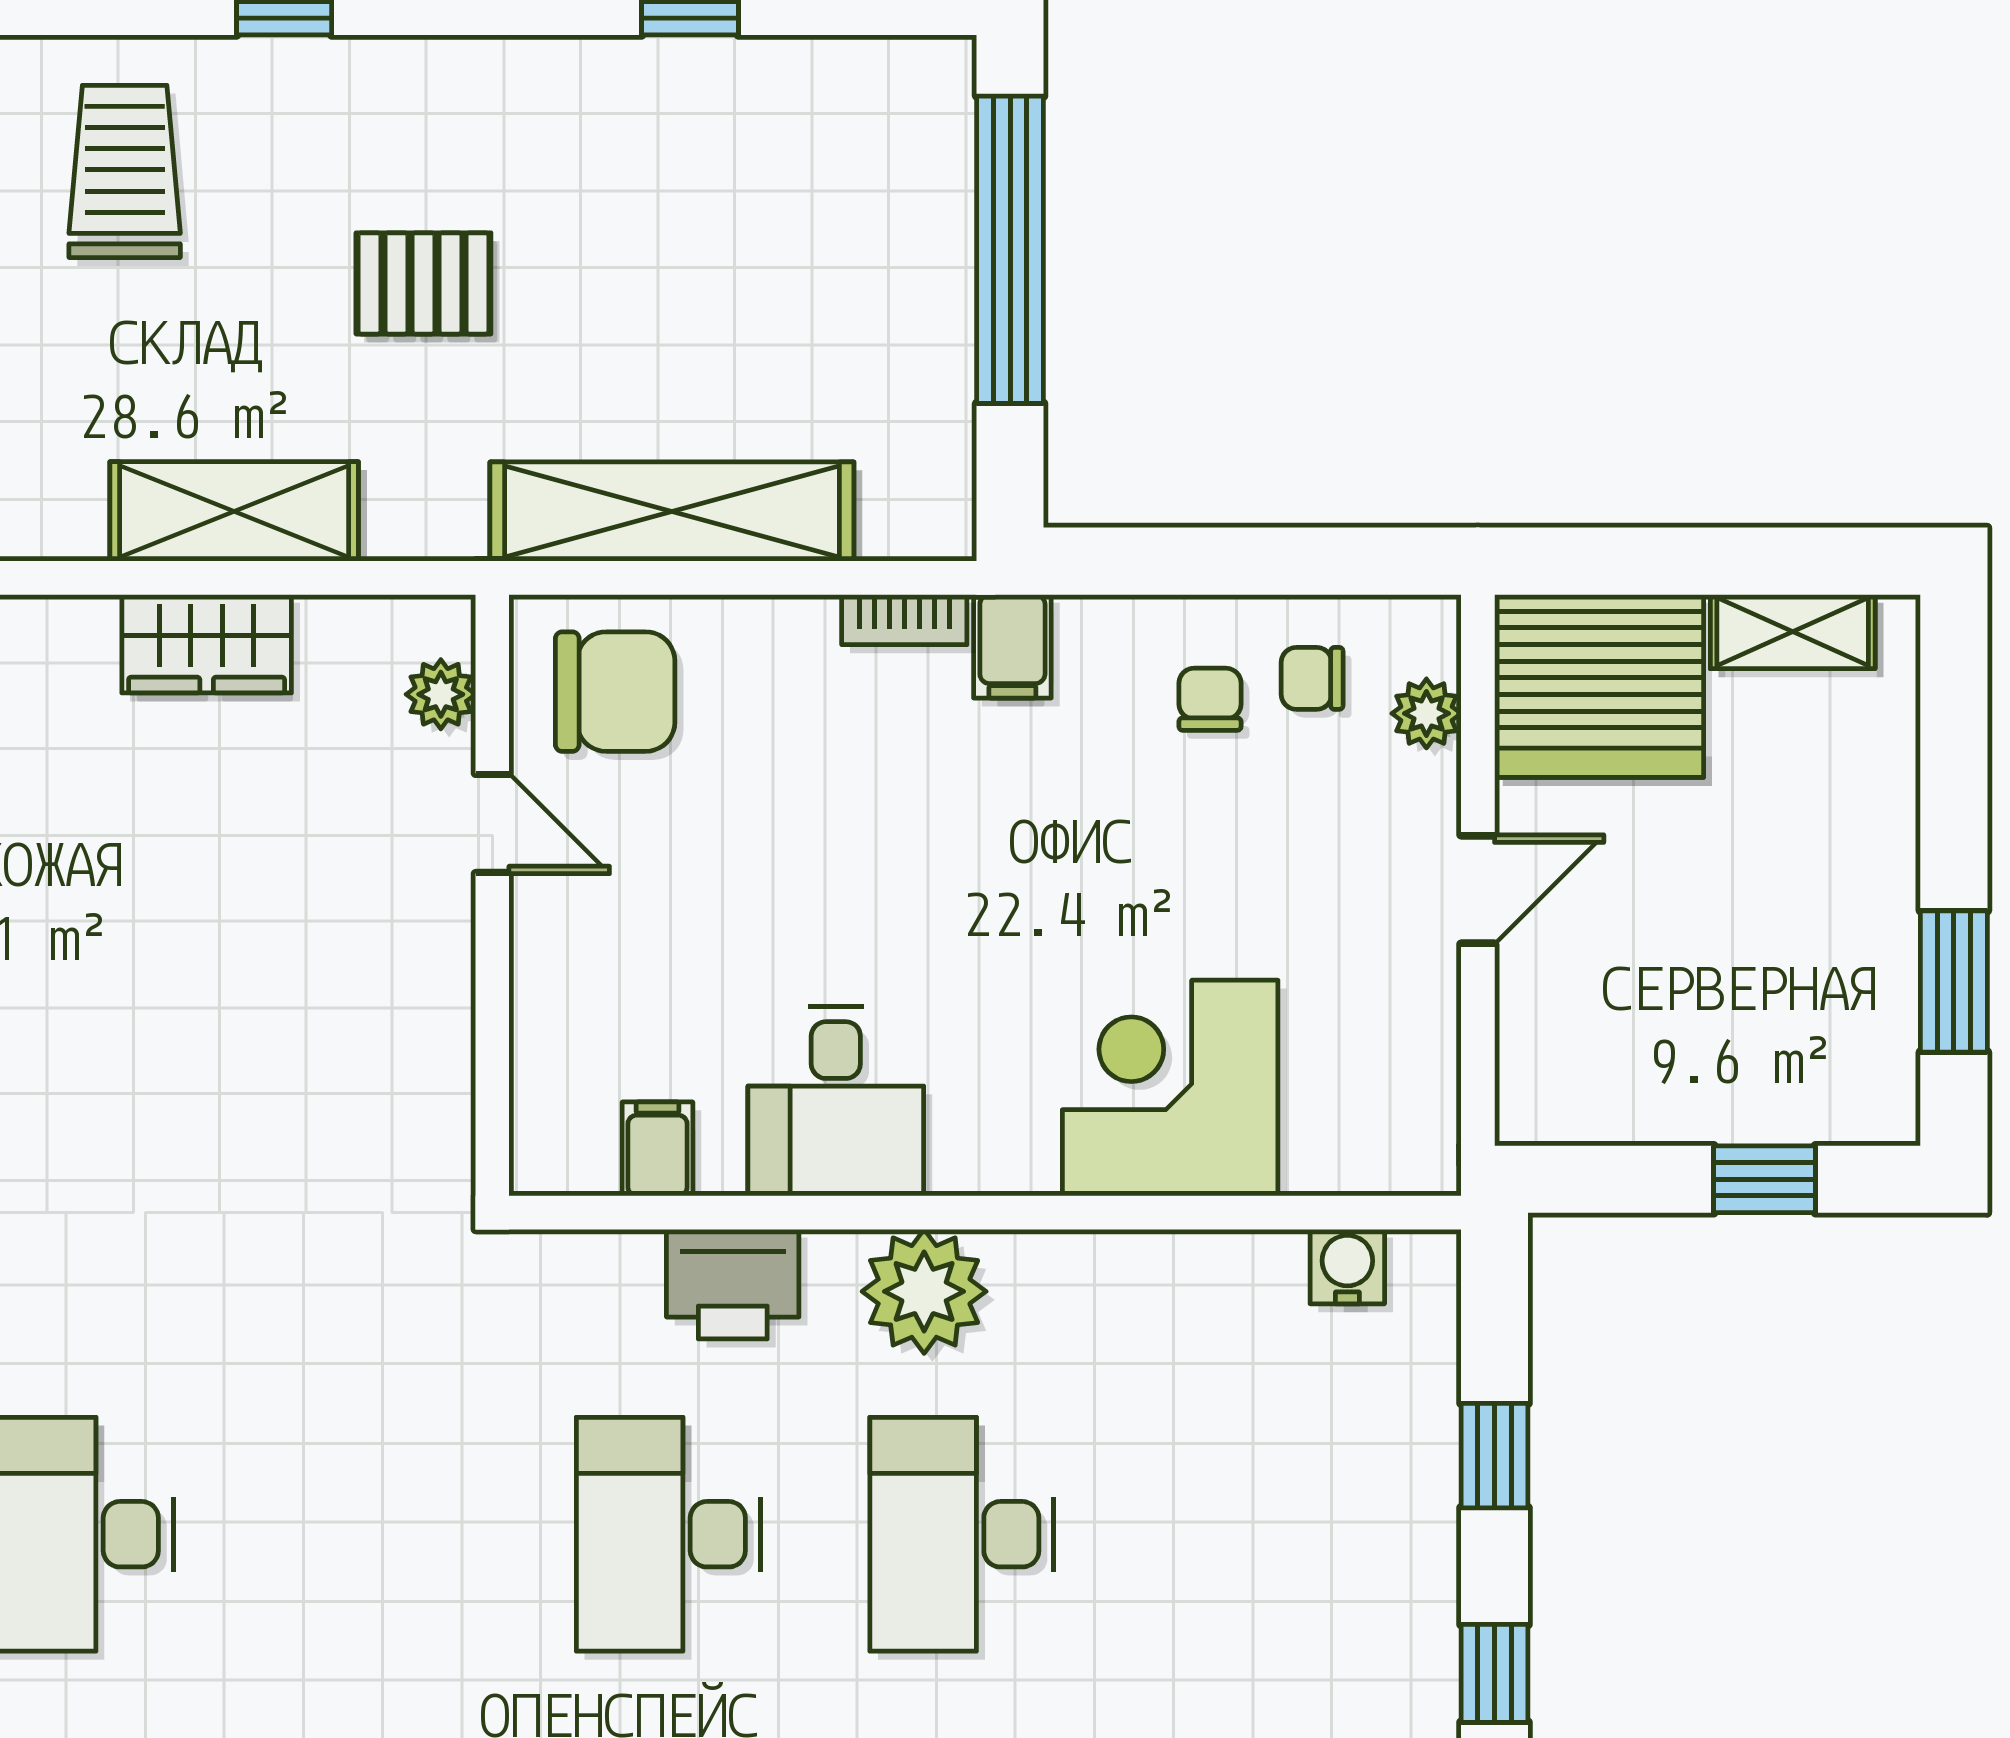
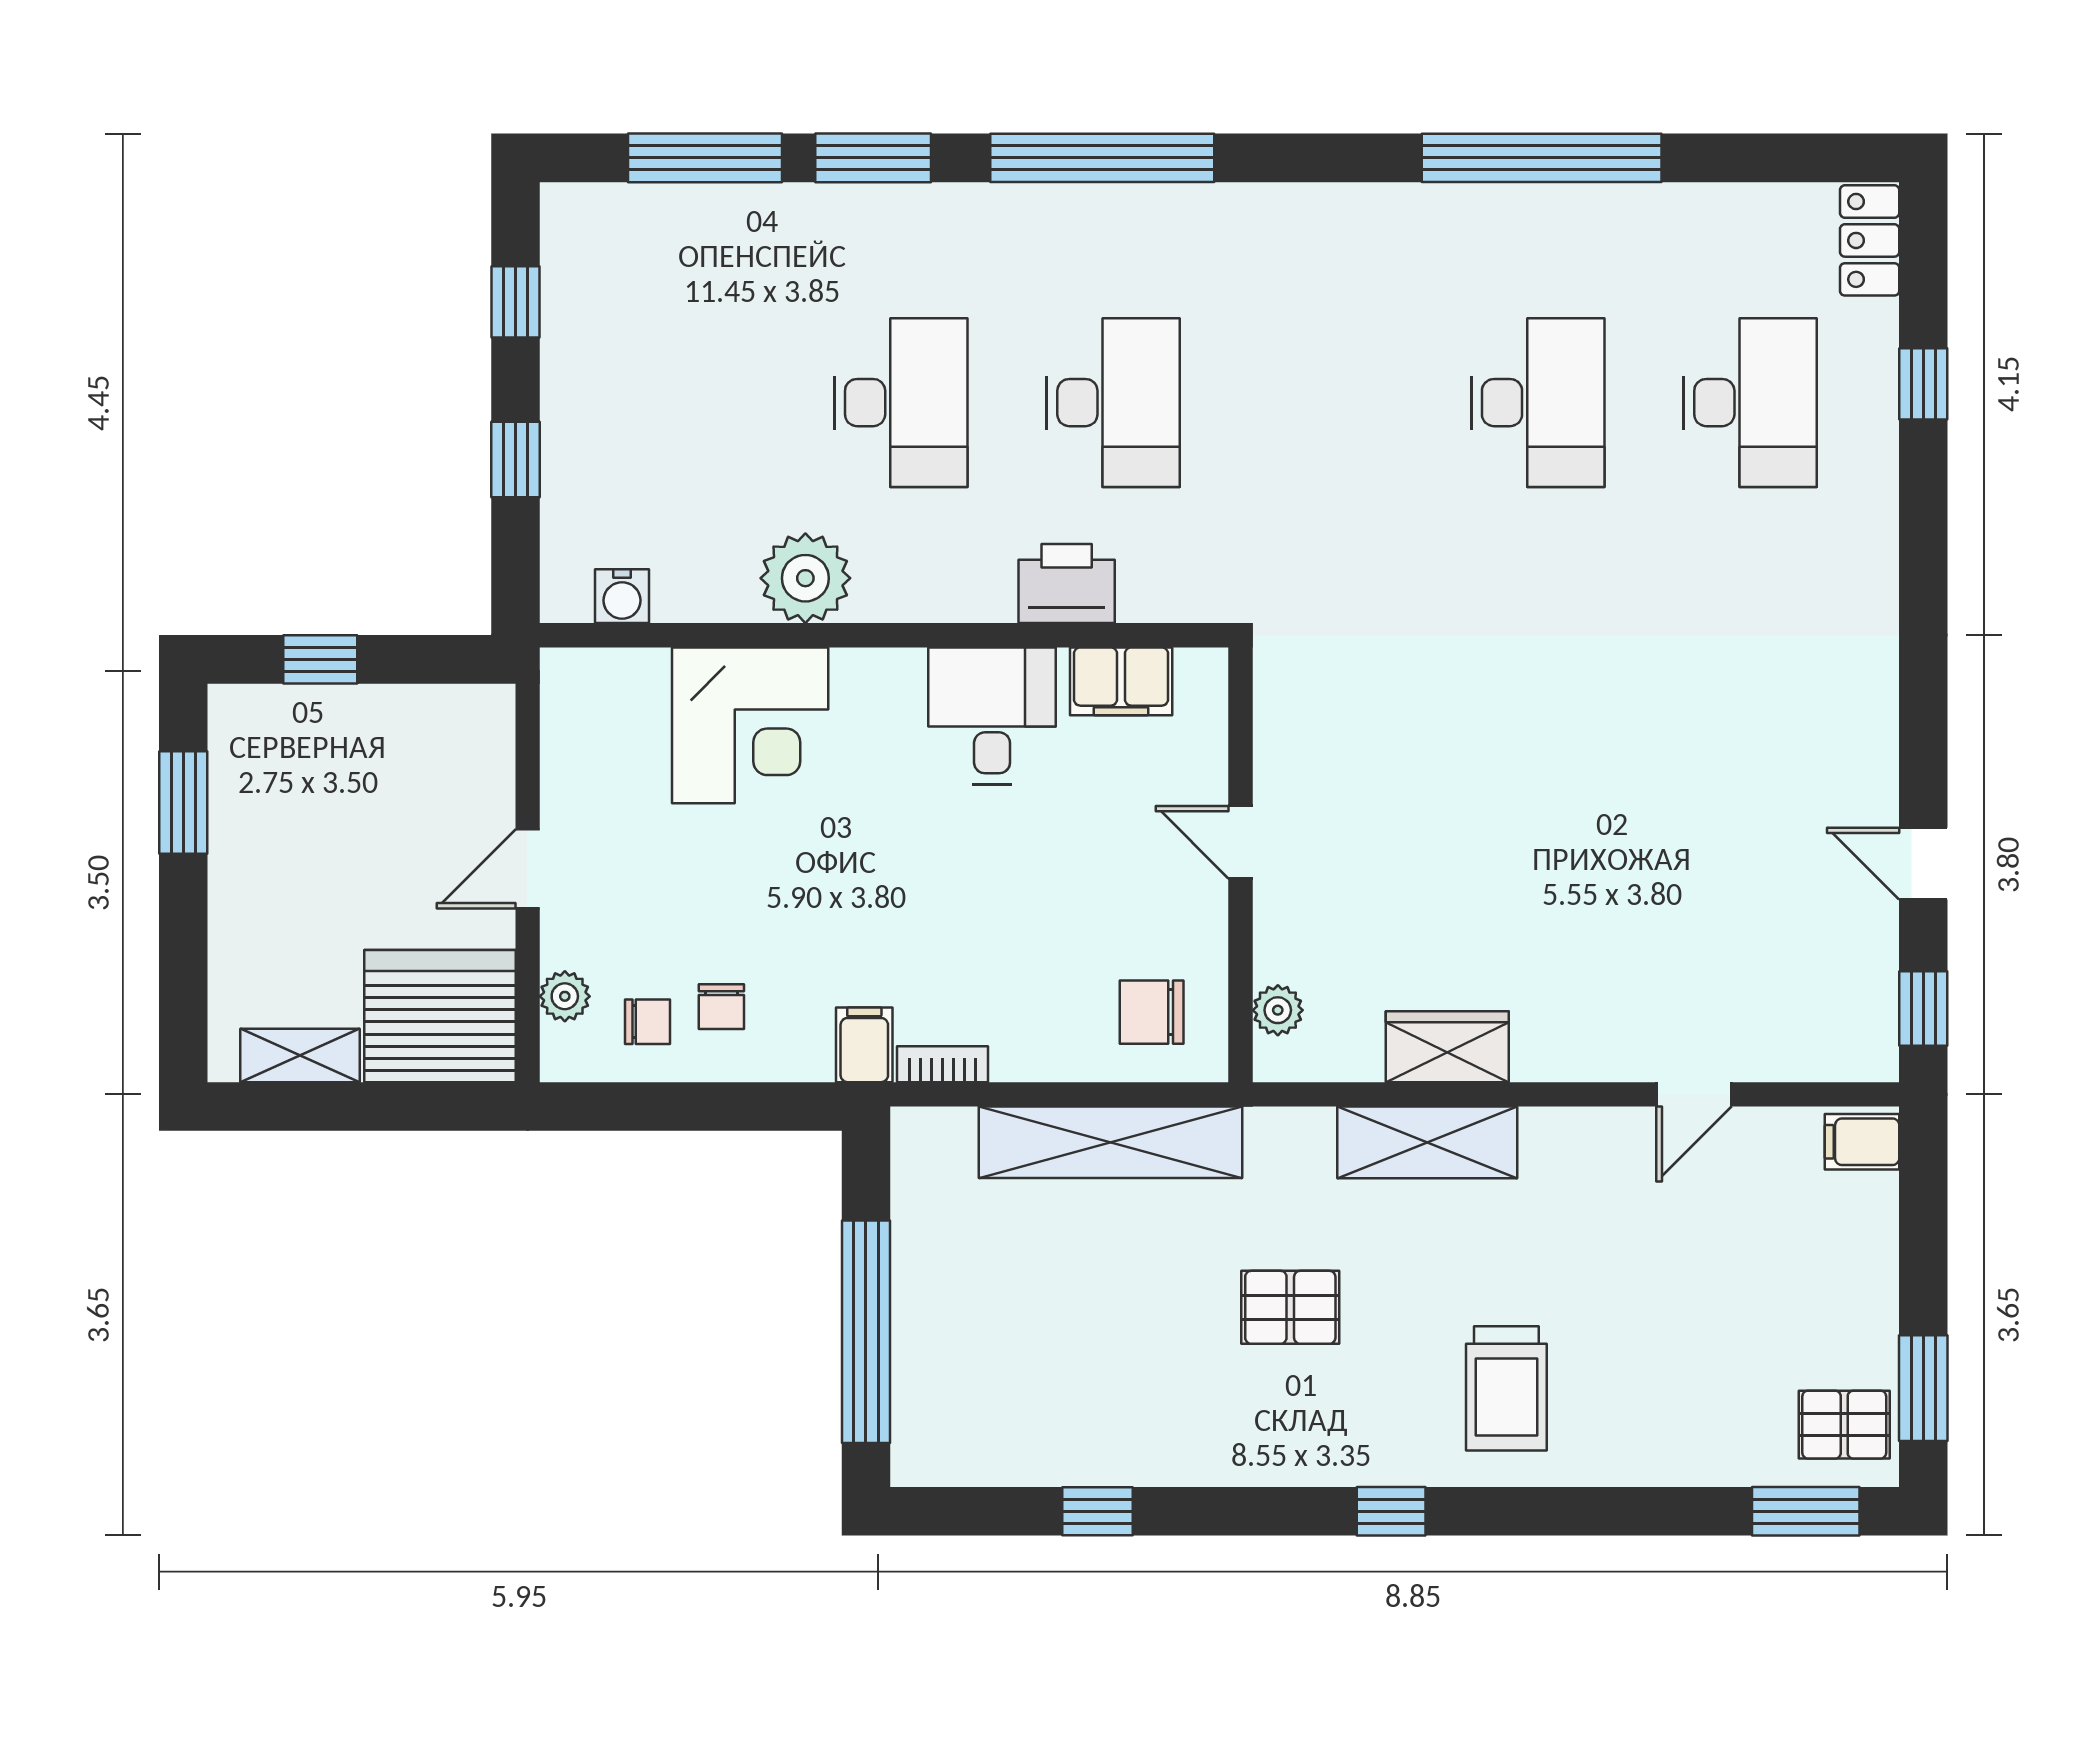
chair: (615, 692) -> (1152, 1012), width x0.73, depth x0.73
door: (492, 823) -> (1241, 842), moved
filing cabinet: (658, 1149) -> (1121, 681), width x2.00
plant: (924, 1291) -> (805, 578), moved

